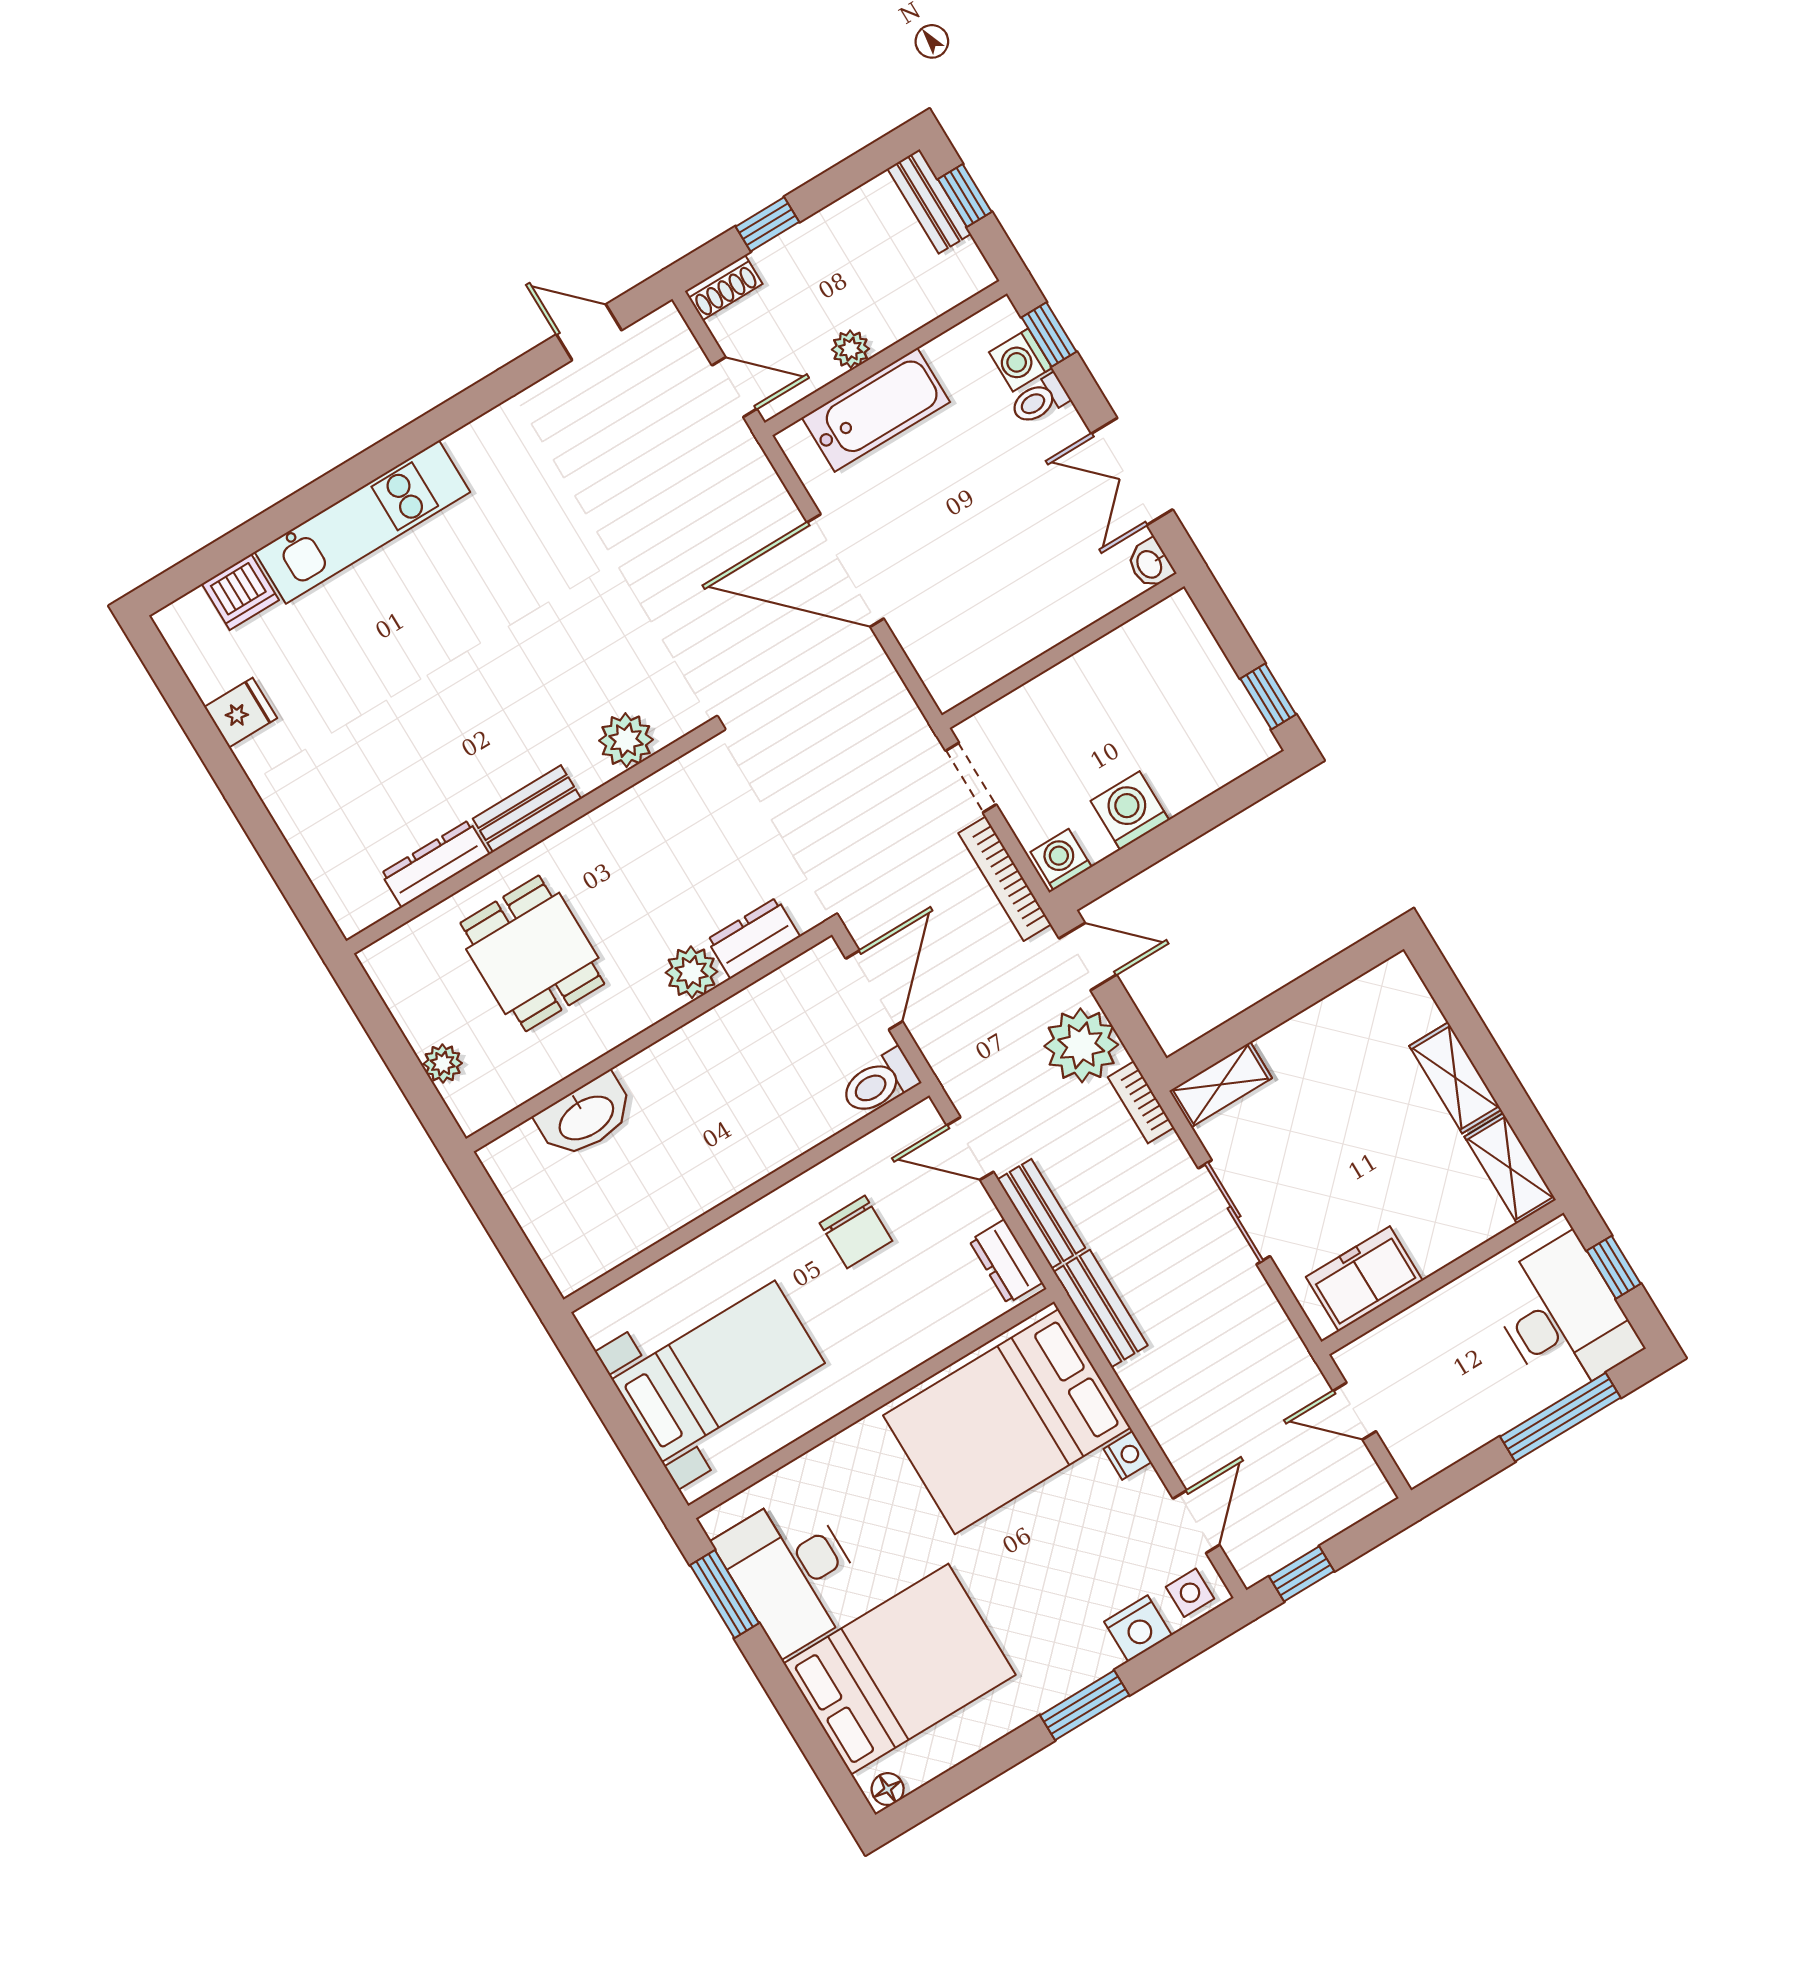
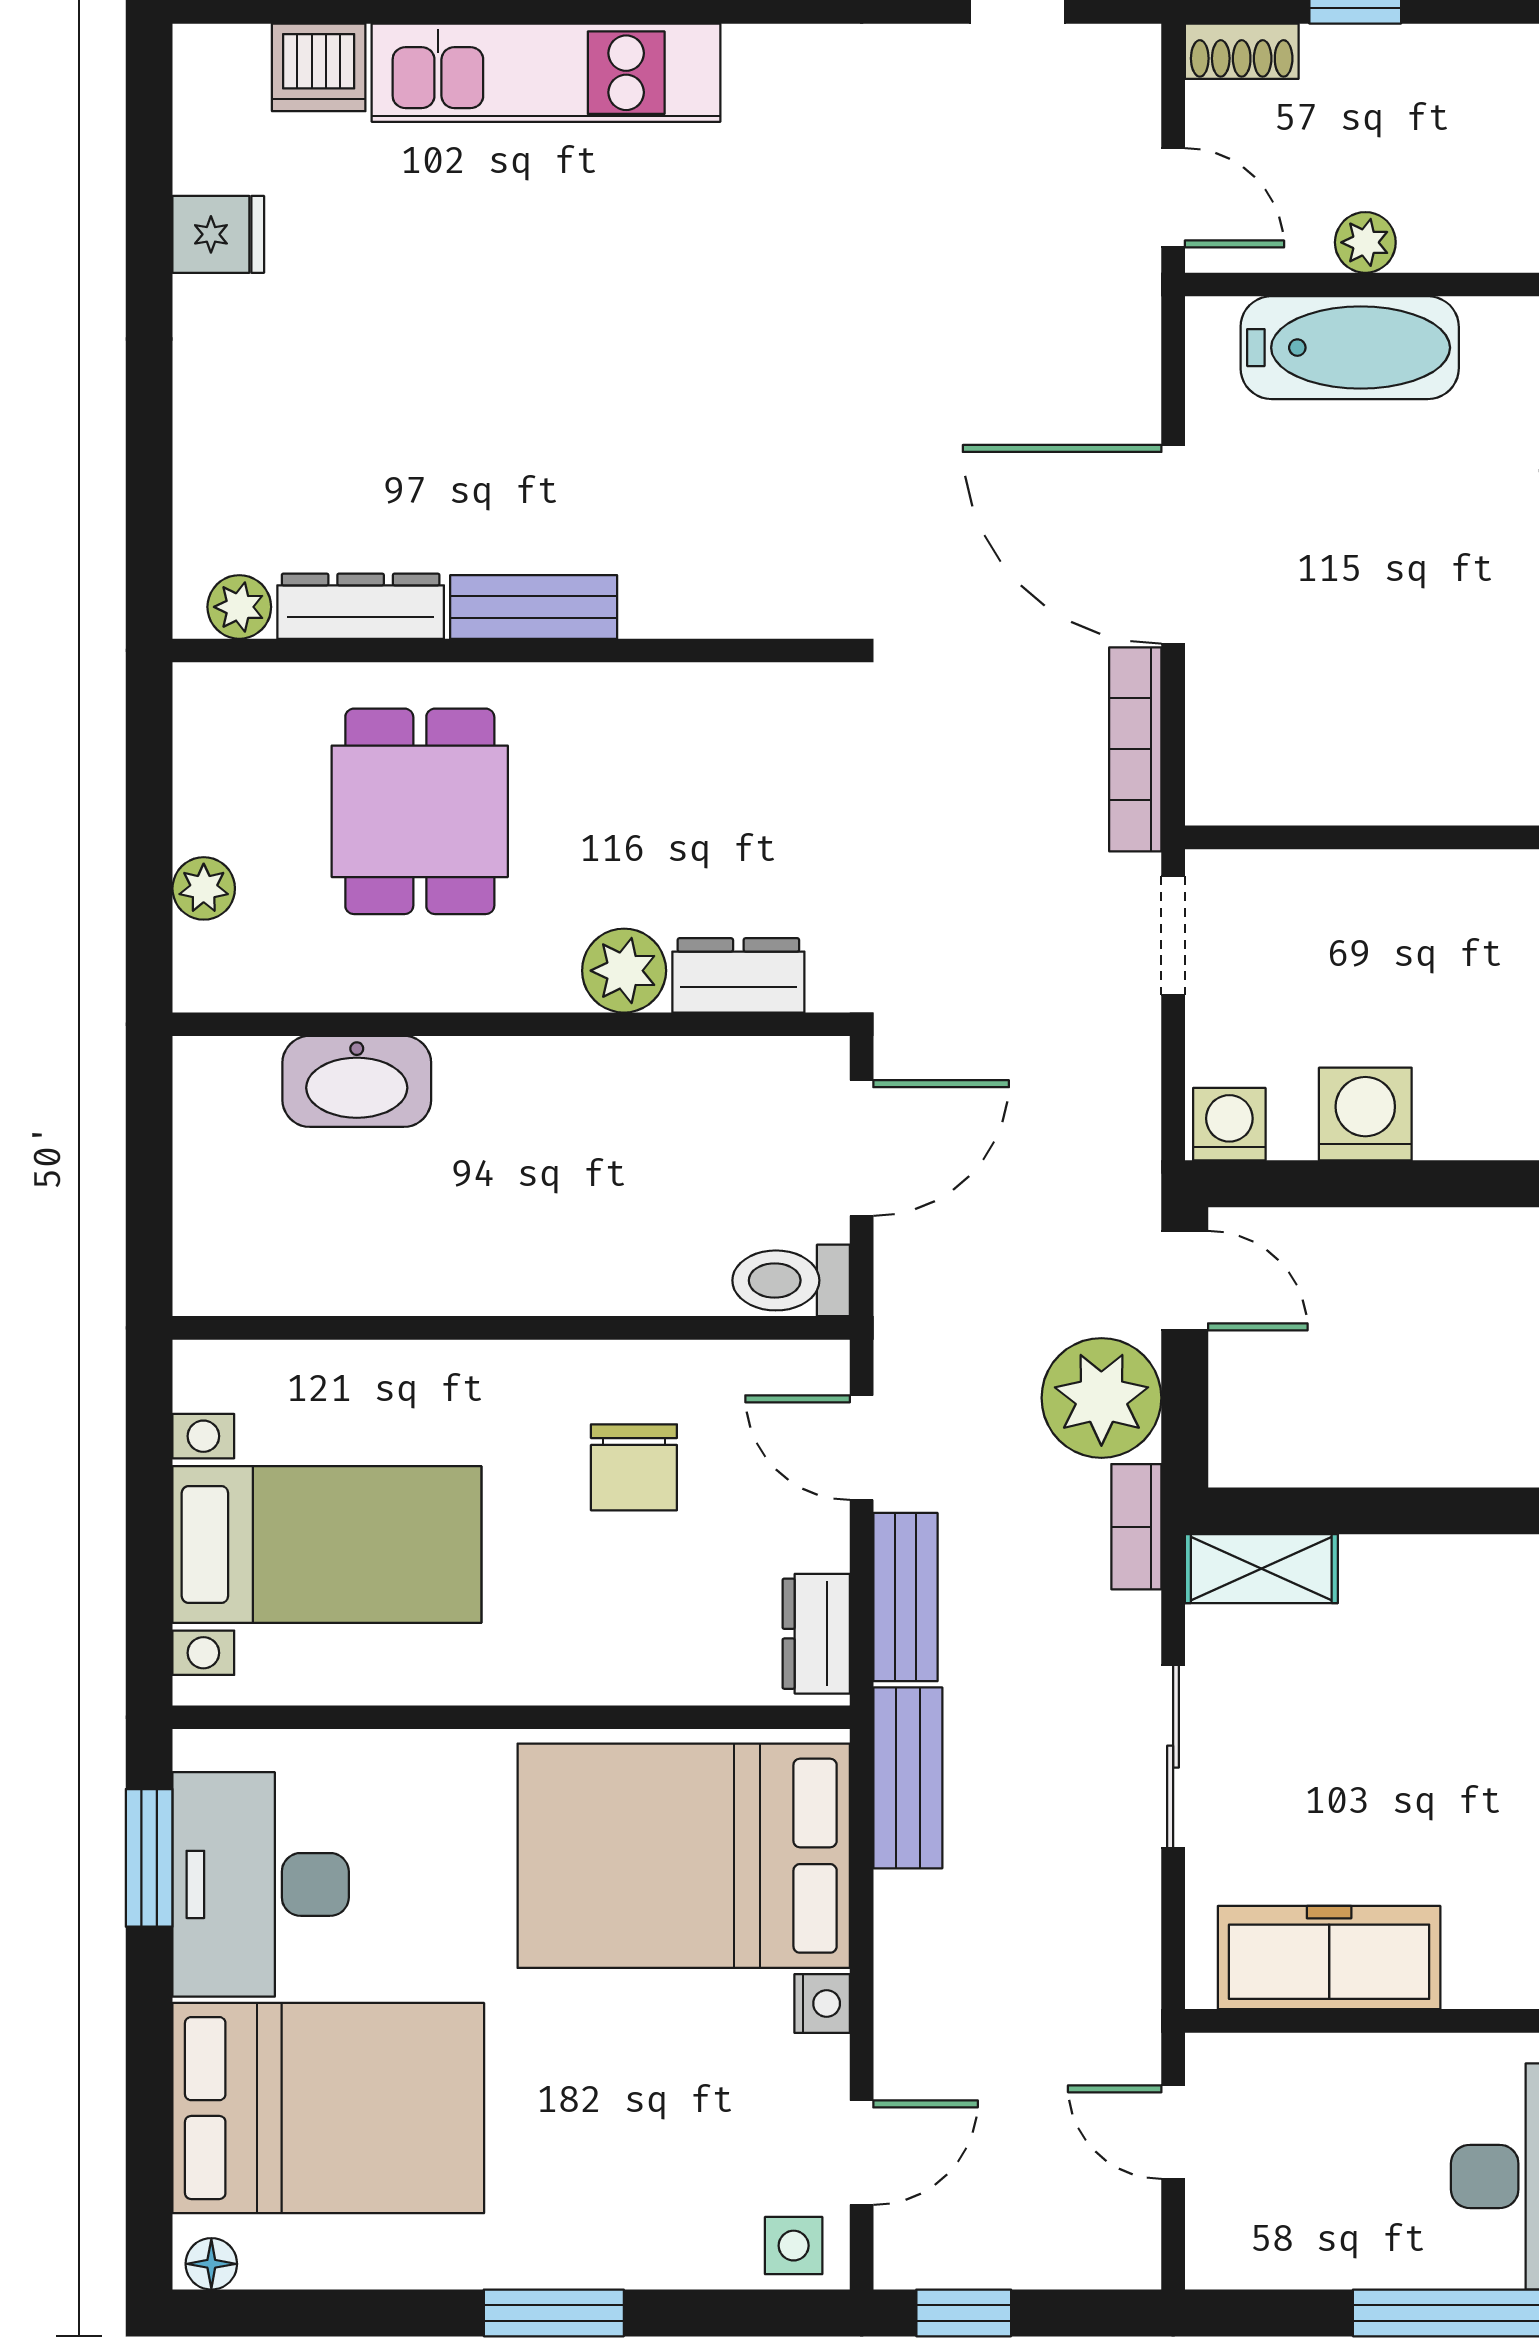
plant: (626, 740) -> (239, 607), moved, width x0.73, depth x0.73
bookcase: (1005, 879) -> (1135, 749), moved
freezer: (1364, 1279) -> (1329, 1958), width x1.40
nightstand: (1138, 1629) -> (692, 2252), removed

